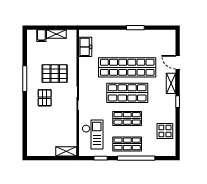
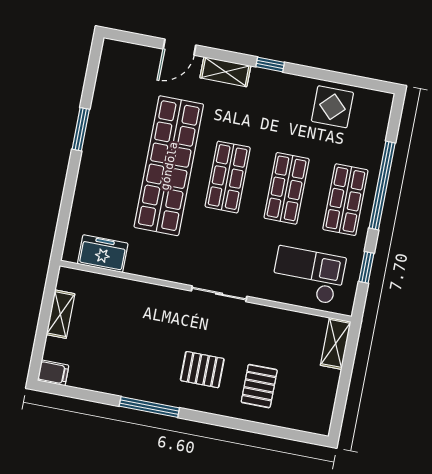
filing cabinet: (41, 36) -> (53, 373), moved
pallet: (55, 74) -> (259, 386), moved, width x0.67, depth x0.71
shop shelf: (127, 93) -> (228, 177), width x0.70, depth x0.74

